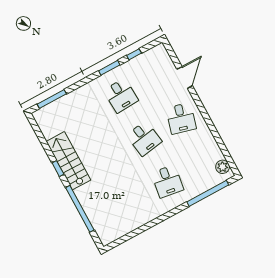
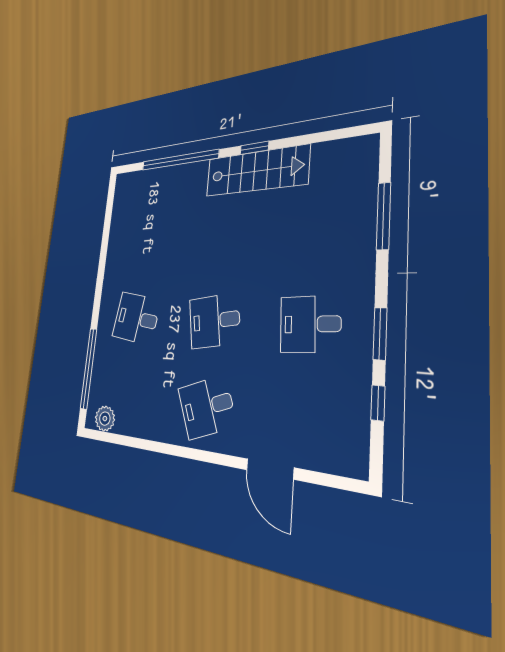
window: (52, 99) -> (383, 216), moved
desk: (181, 118) -> (207, 407), turned -36

